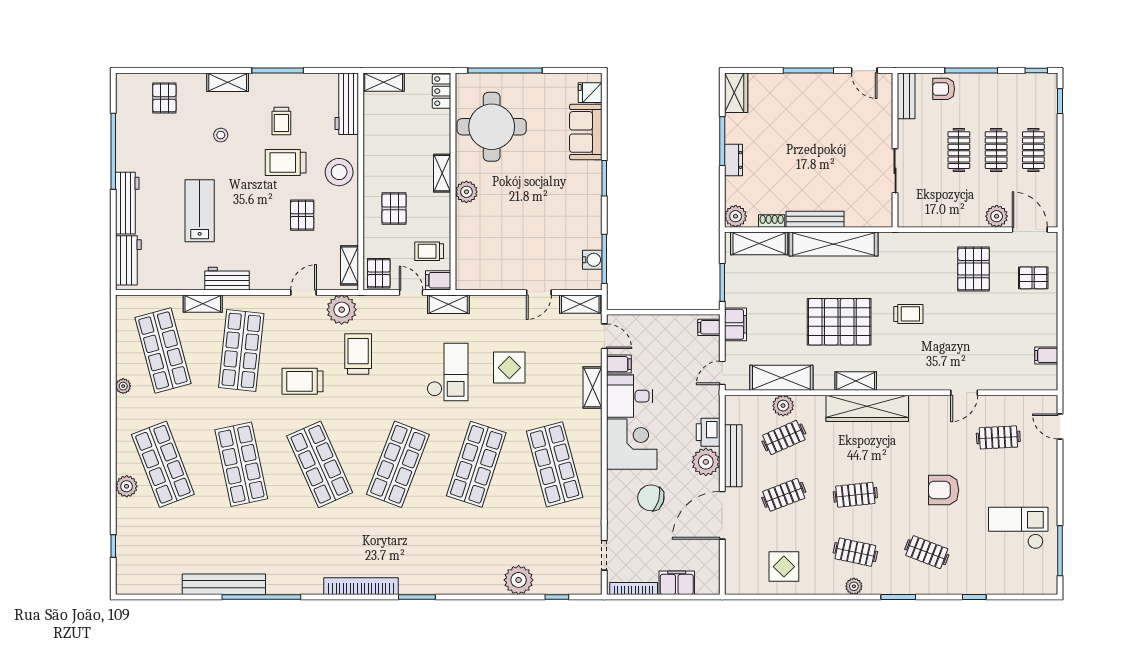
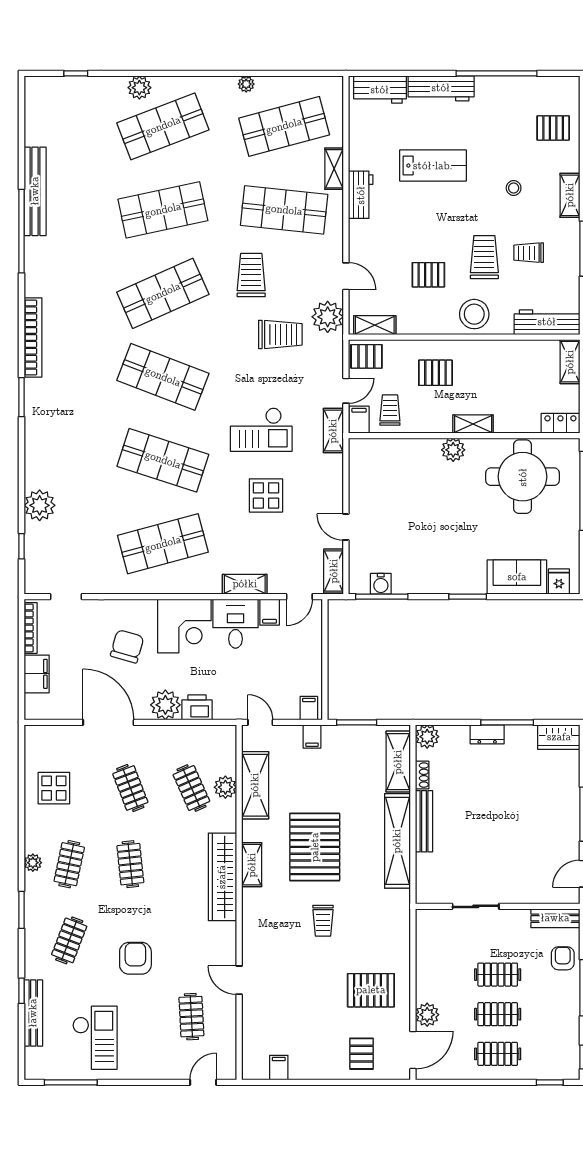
filing cabinet: (735, 324) -> (312, 736), width x0.50
bench: (733, 456) -> (33, 1013), moved, turned 90

